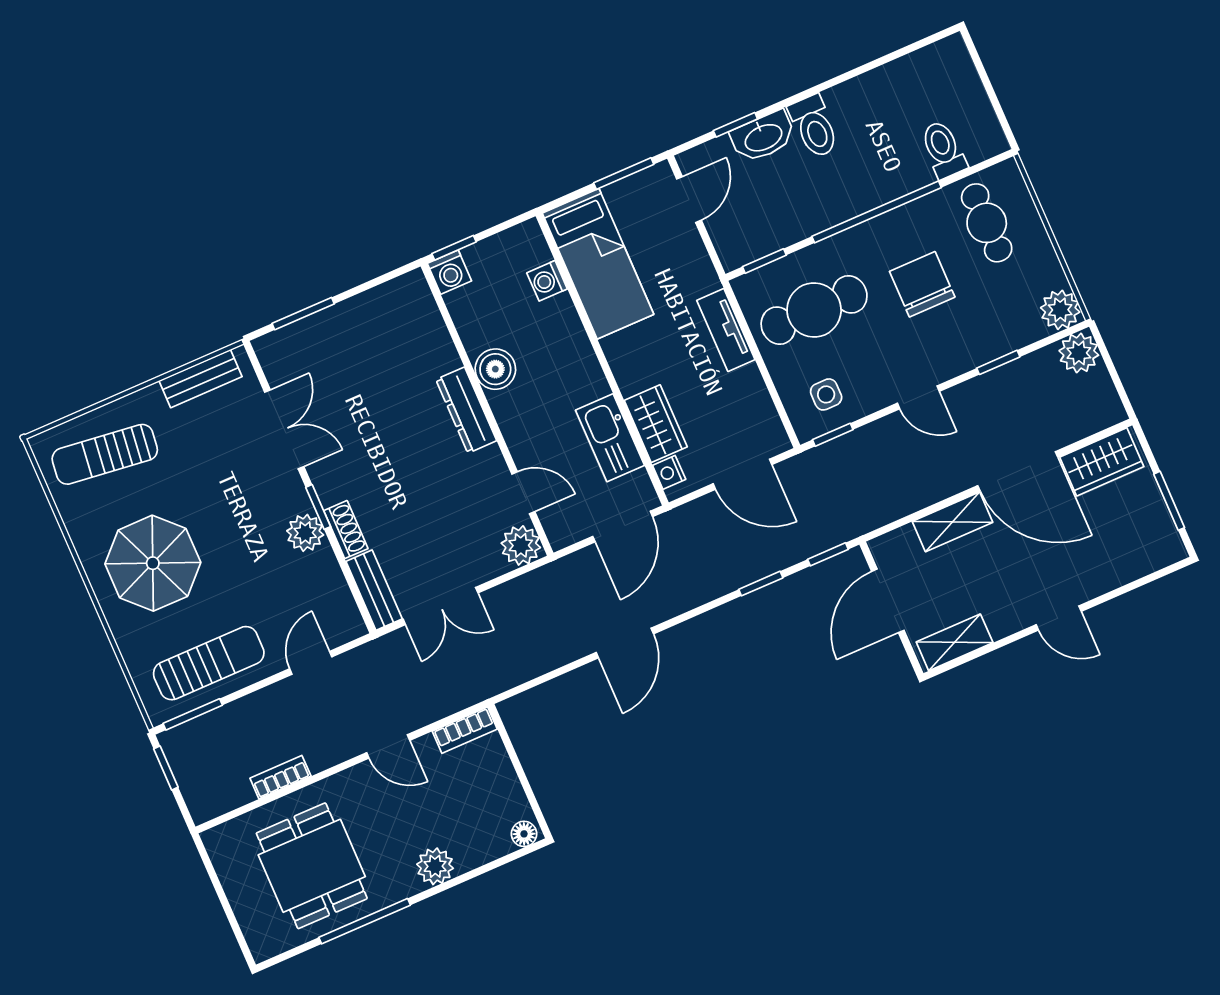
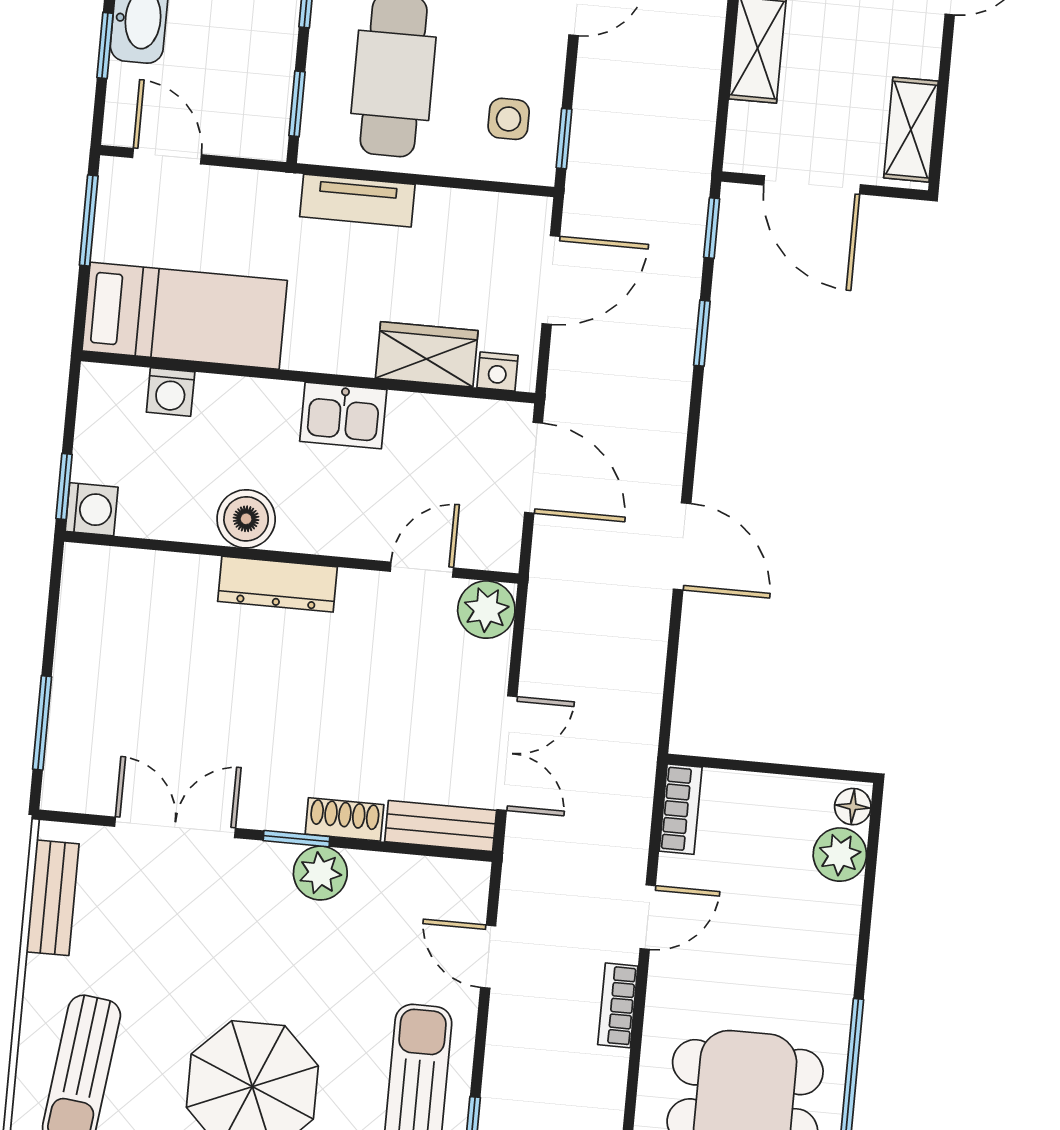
kitchen sink: (610, 438) -> (343, 415), moved, width x0.73
bookcase: (280, 777) -> (618, 1005), moved
plant: (435, 866) -> (840, 855), moved

